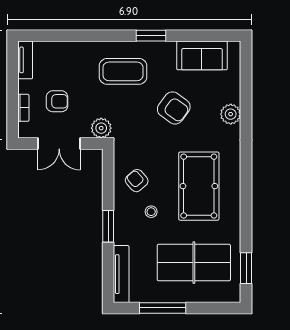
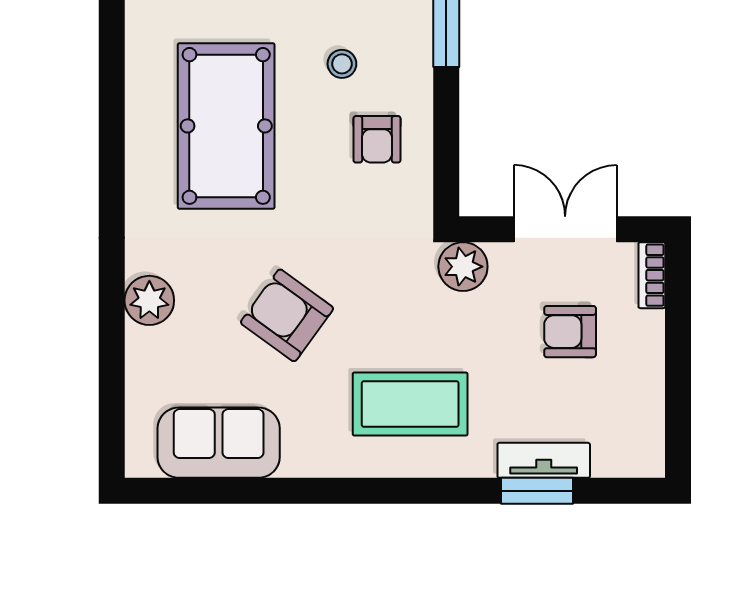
window: (151, 36) -> (537, 491), moved
tv unit: (25, 60) -> (544, 460), moved, turned 90
bookcase: (23, 108) -> (652, 275), moved
armchair: (137, 181) -> (377, 139), turned 41

